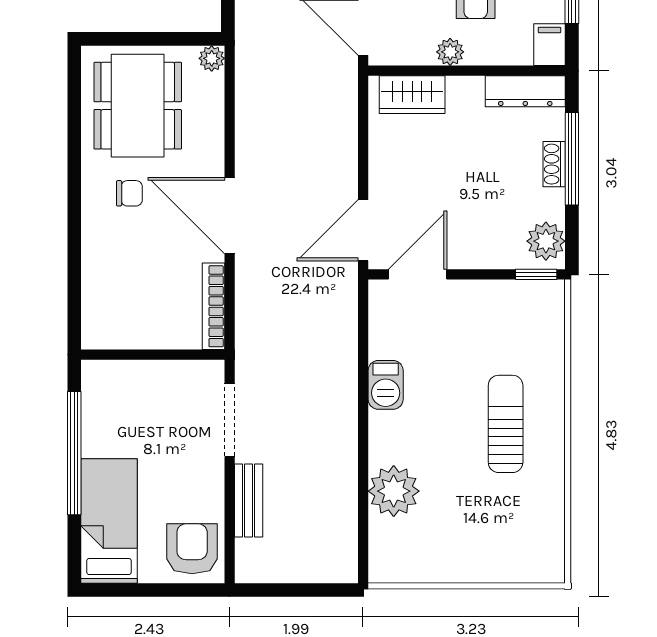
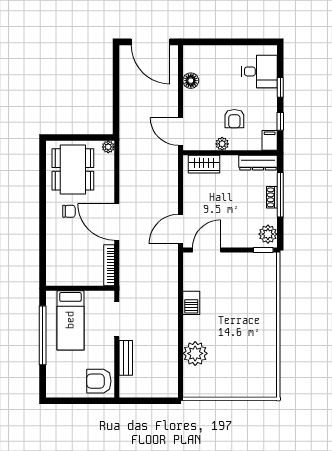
sun lounger: (506, 424) -> (249, 321), removed
bed: (109, 521) -> (70, 320), moved, turned 180
armchair: (192, 549) -> (99, 381), turned -90

